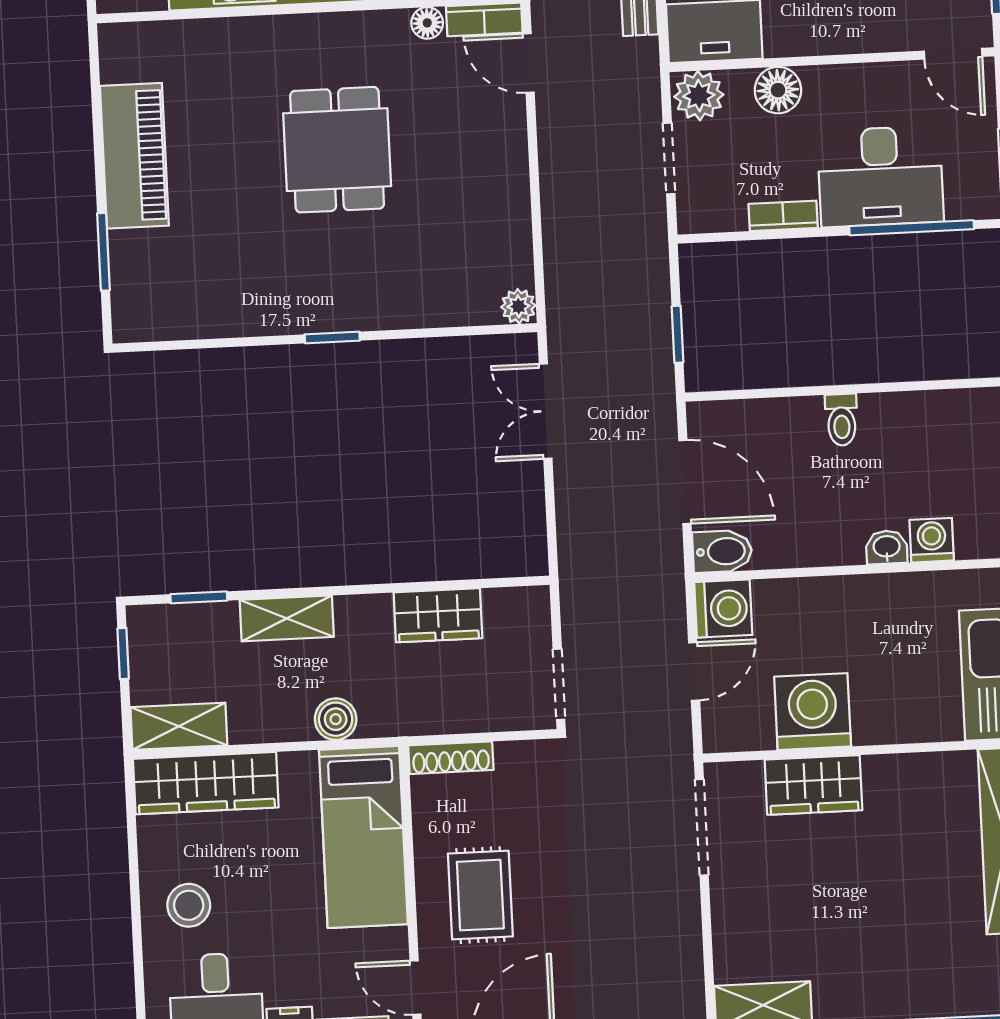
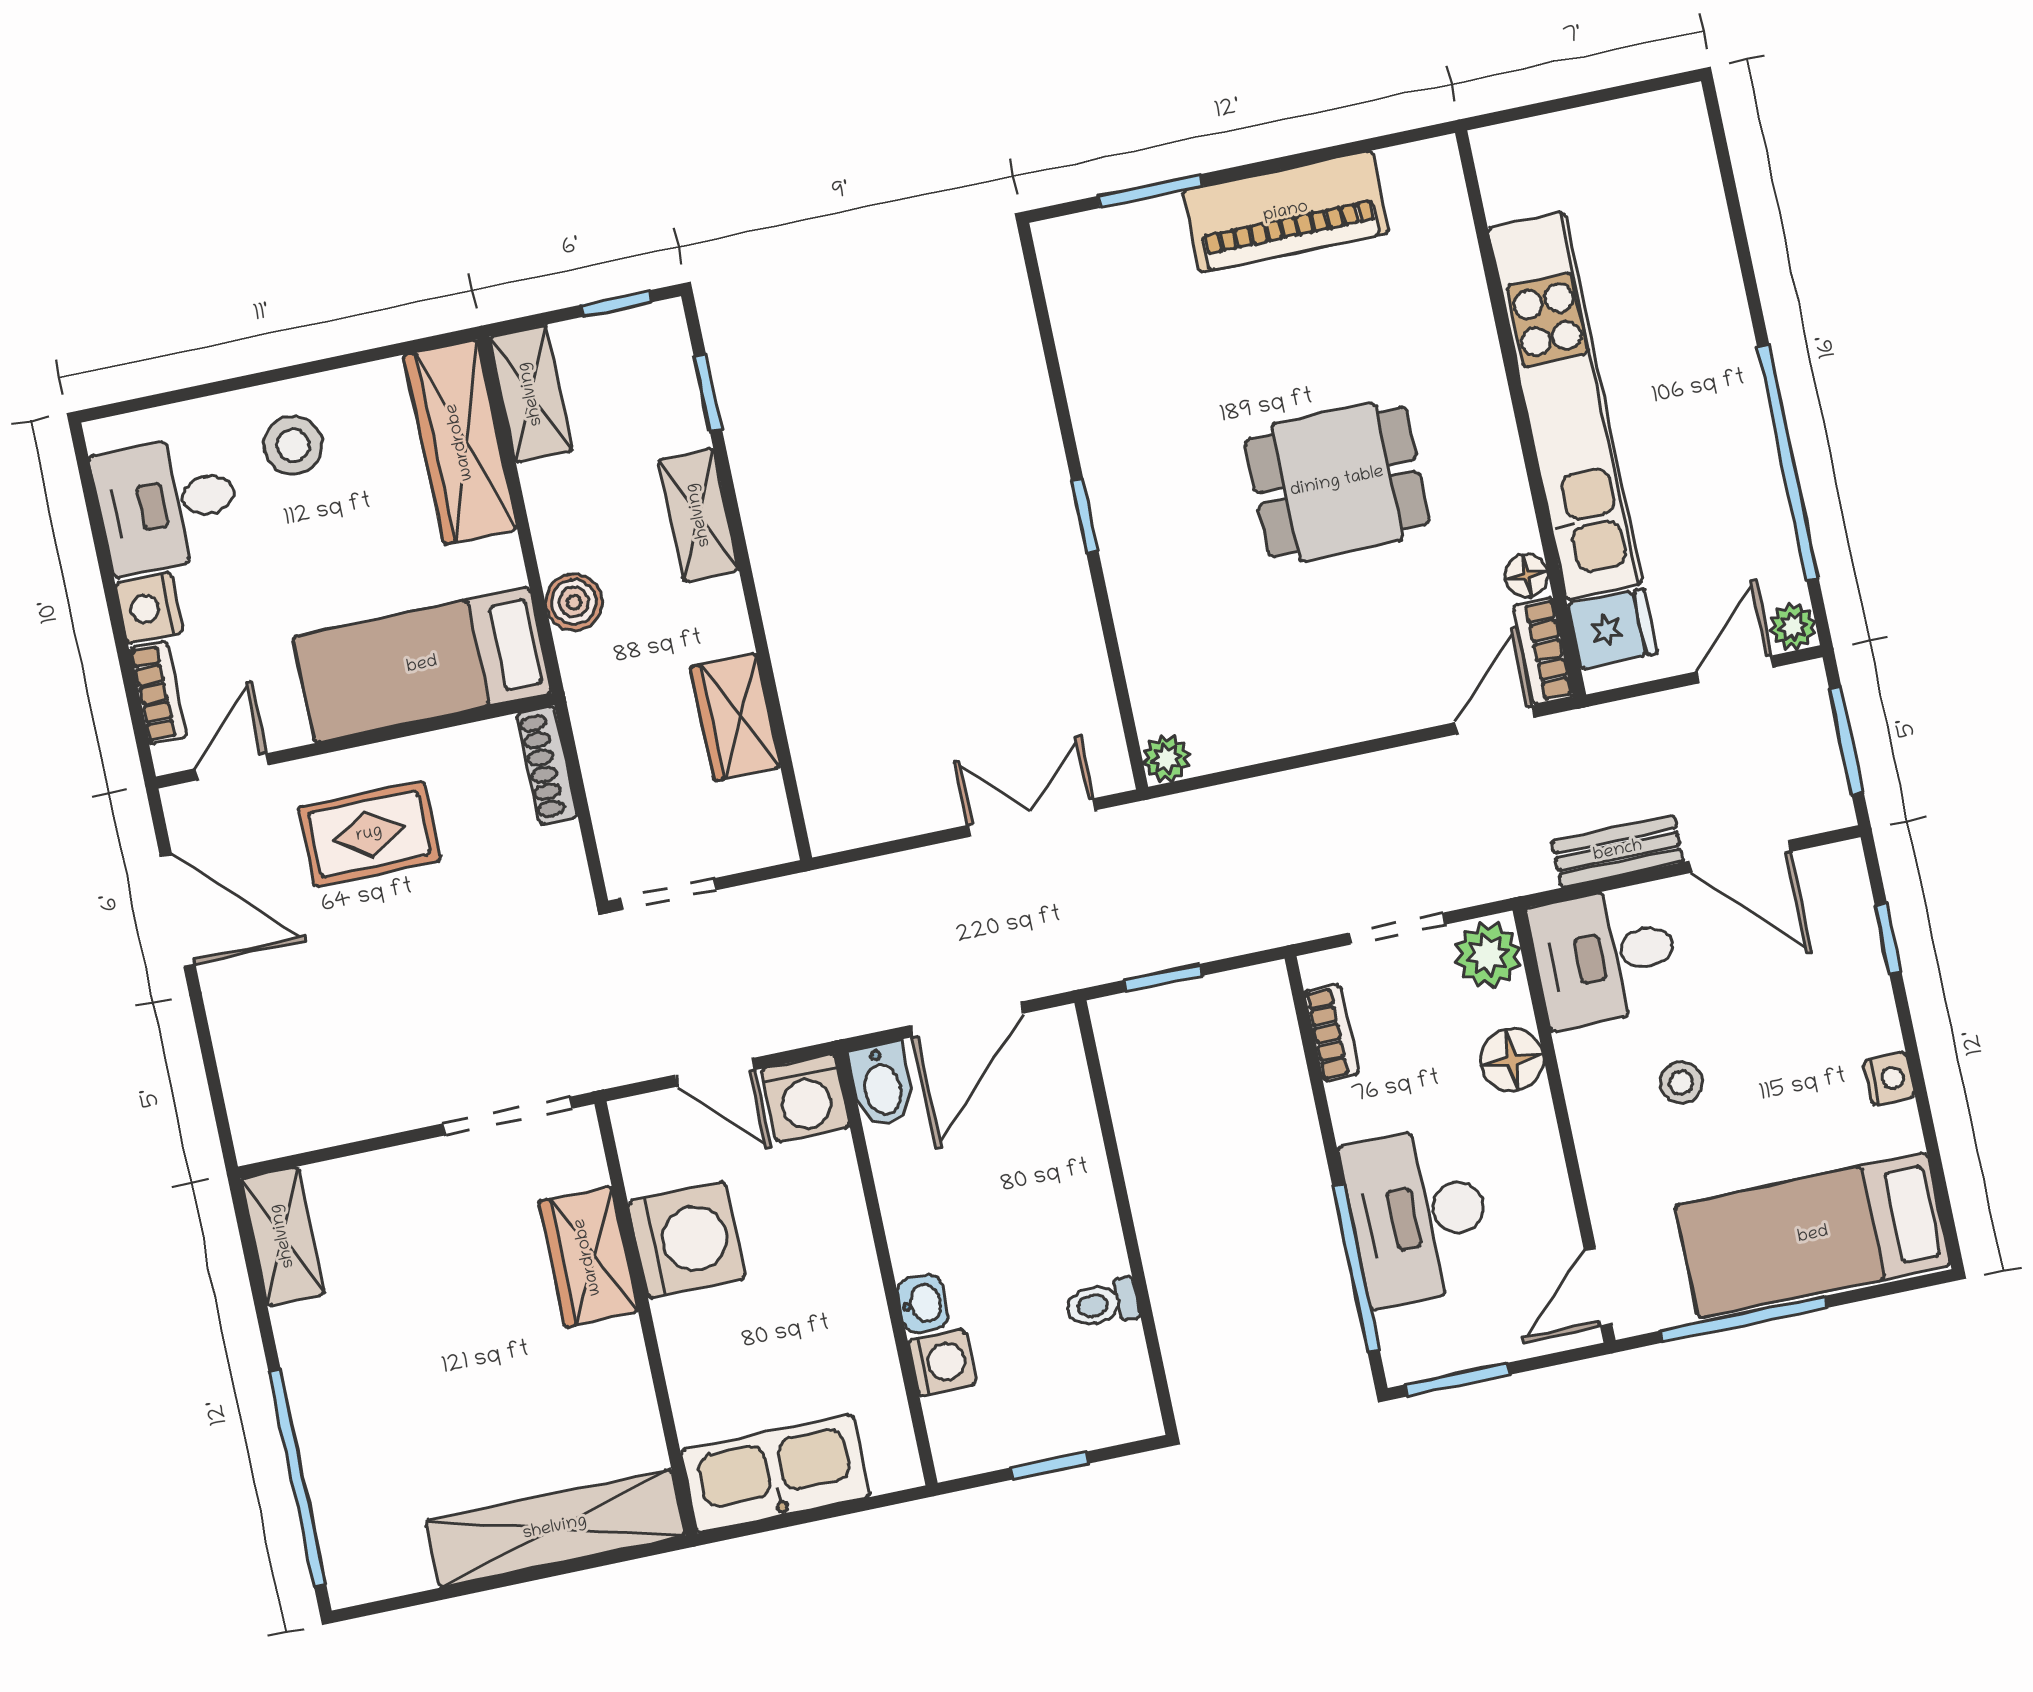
bookcase: (783, 216) -> (1332, 1033), moved
toilet: (842, 420) -> (1102, 1304), moved

